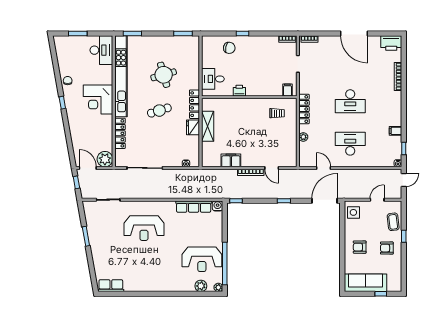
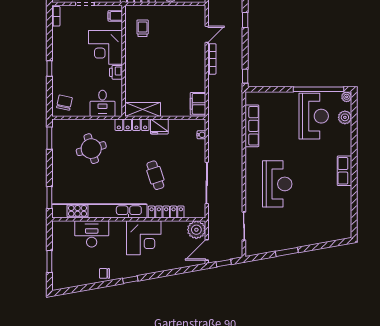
chair: (229, 48) -> (64, 103), moved
desk: (101, 50) -> (92, 234), moved
round table: (164, 75) -> (91, 149), moved
corner desk: (261, 82) -> (106, 47), added
corner desk: (98, 100) -> (144, 238), moved
cafe table: (159, 111) -> (155, 175), moved
shelving: (208, 126) -> (143, 109), moved
filing cabinet: (231, 160) -> (198, 104), moved
water cooler: (218, 206) -> (251, 98), removed
row of seats: (111, 286) -> (345, 171), moved

